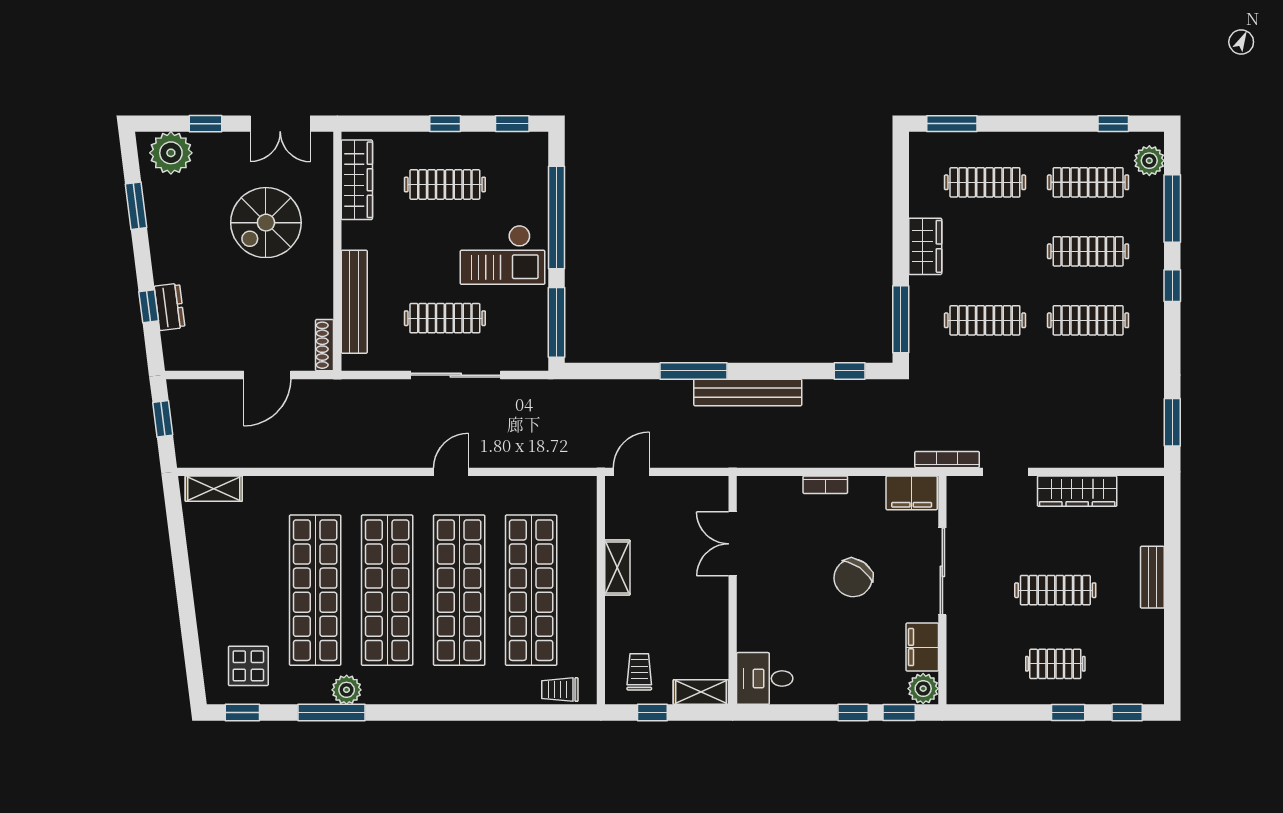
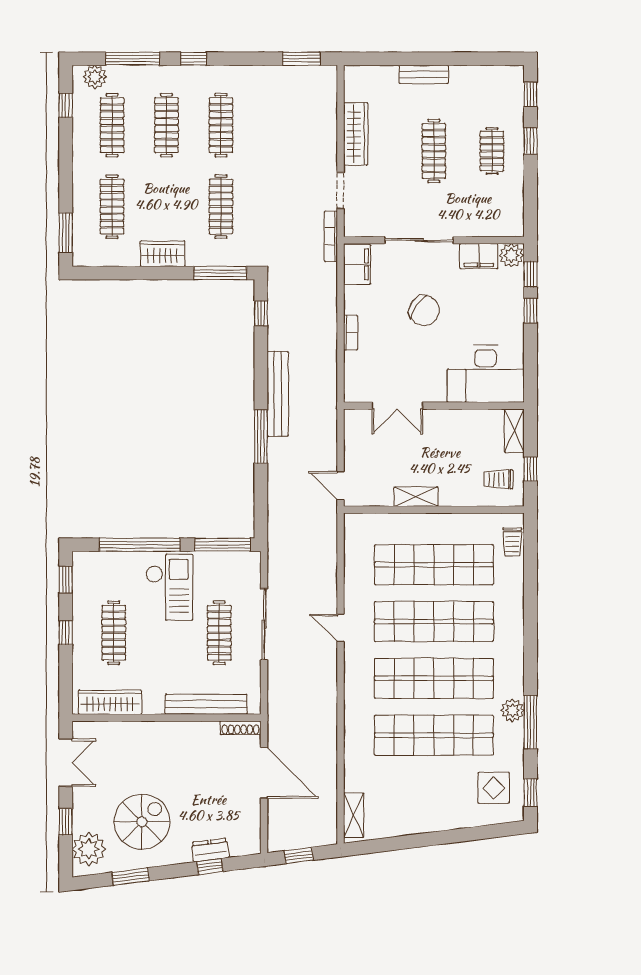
spiral stairs: (266, 223) -> (142, 822), moved, turned -90
door: (267, 375) -> (264, 773), width x1.36
desk: (765, 678) -> (486, 374), width x1.87, depth x1.30

